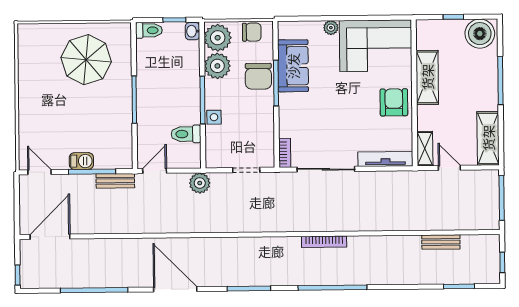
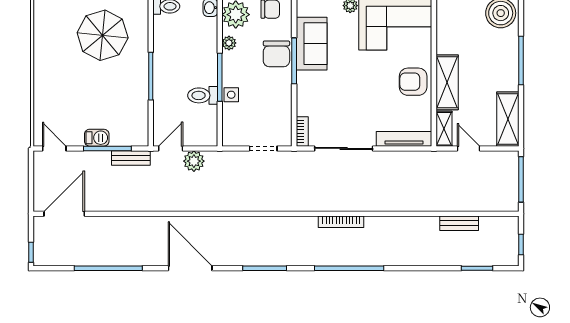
plant: (217, 66) -> (229, 43), width x0.53, depth x0.53
shelving: (427, 77) -> (447, 82), moved
armchair: (394, 102) -> (413, 82), turned -90
toilet: (186, 134) -> (203, 95), moved
plant: (200, 183) -> (194, 161), moved

